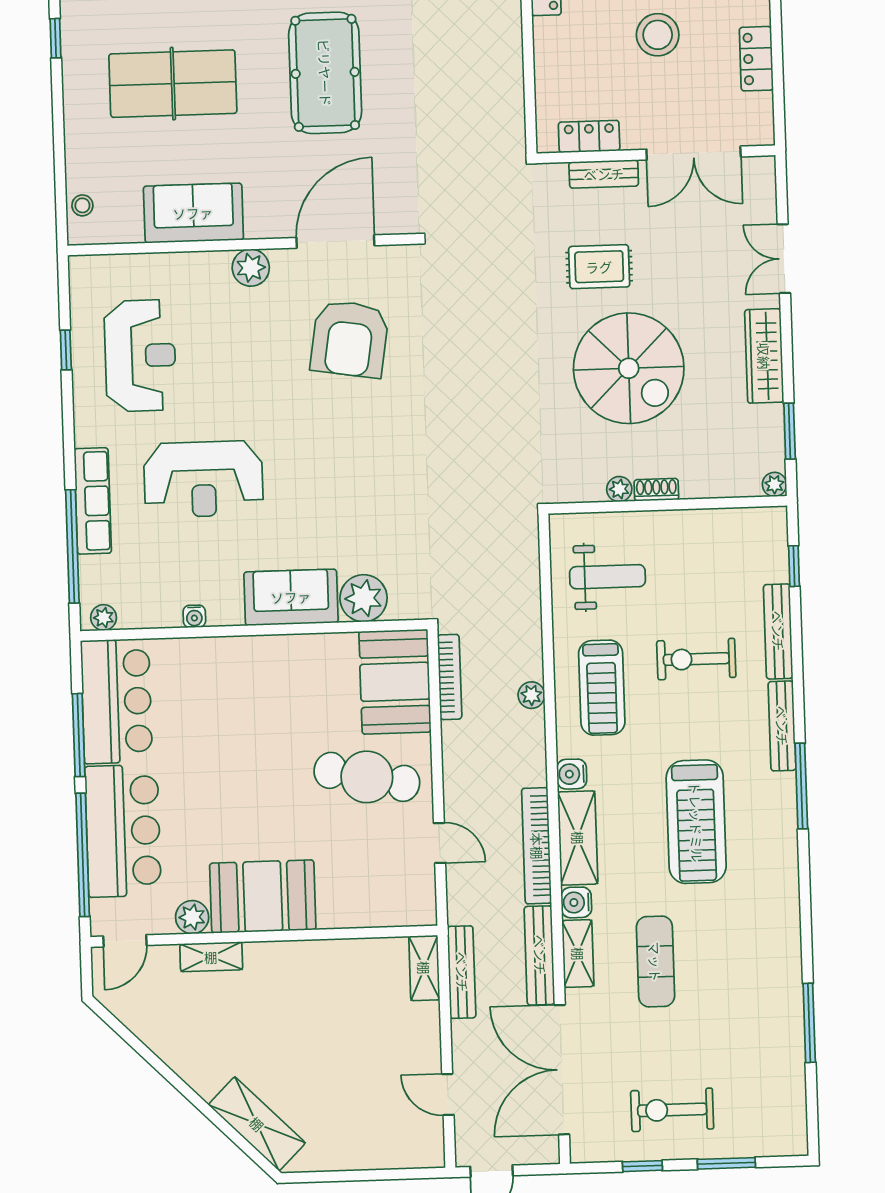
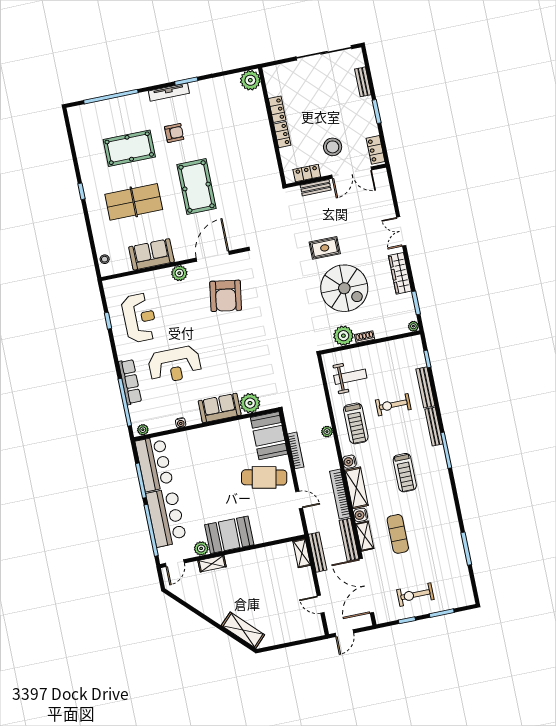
locker: (589, 136) -> (307, 173), moved
double door: (694, 153) -> (352, 173), moved
wall: (656, 154) -> (336, 176), moved
bench: (604, 174) -> (316, 188), moved
plant: (619, 489) -> (343, 336), width x1.88, depth x1.88
bookcase: (450, 677) -> (296, 450), moved
treadmill: (696, 822) -> (405, 473), width x0.73, depth x0.73

